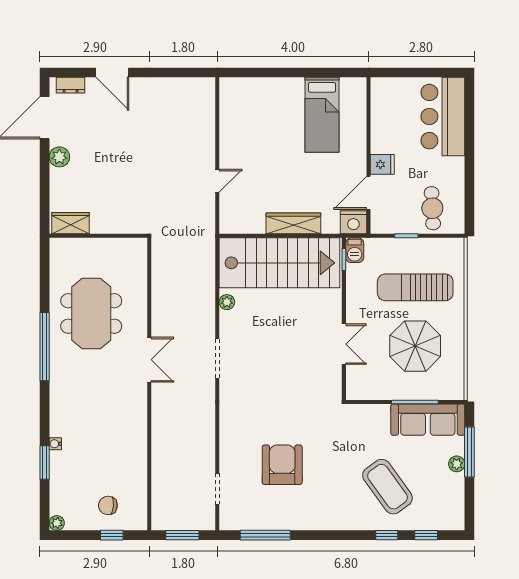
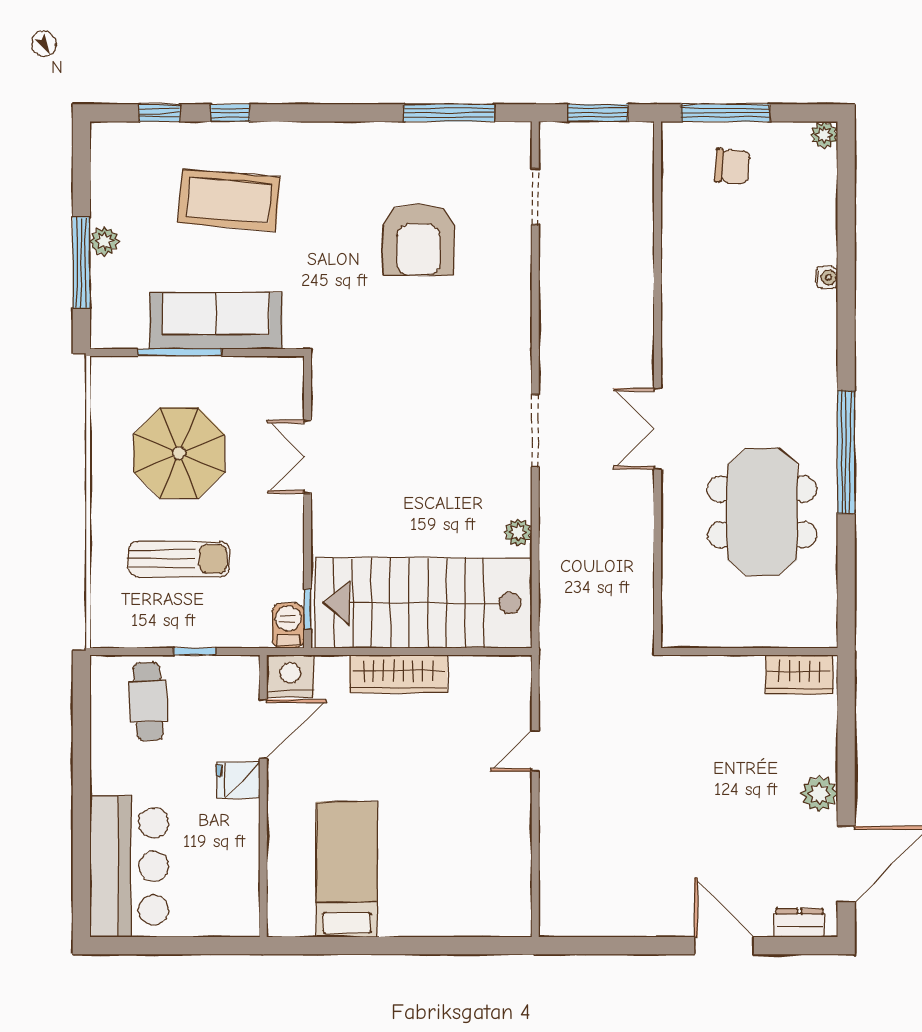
sun lounger: (415, 287) -> (179, 559), width x0.73, depth x0.75
sofa: (428, 420) -> (216, 321), moved
window: (45, 463) -> (846, 244), removed
coffee table: (387, 487) -> (229, 200), turned -49
window: (112, 535) -> (725, 113), width x2.17

